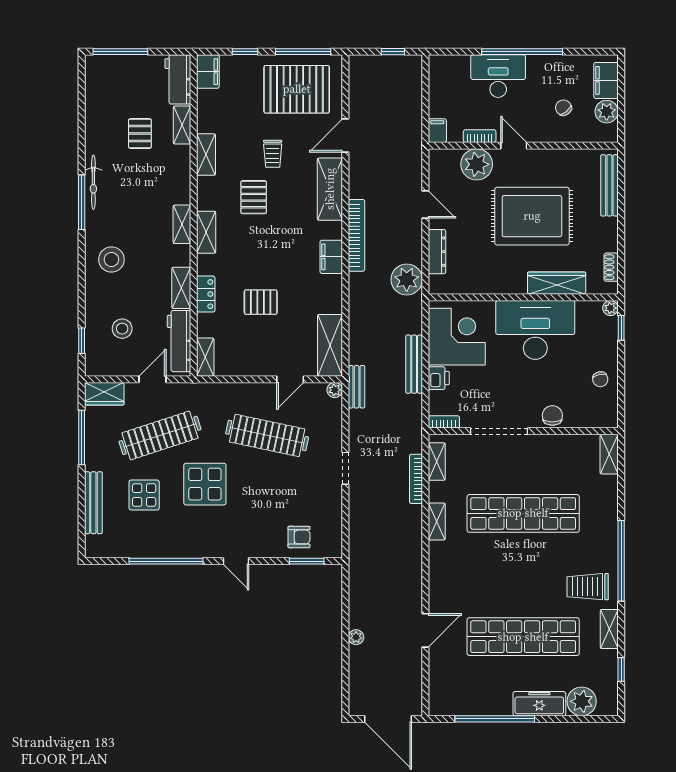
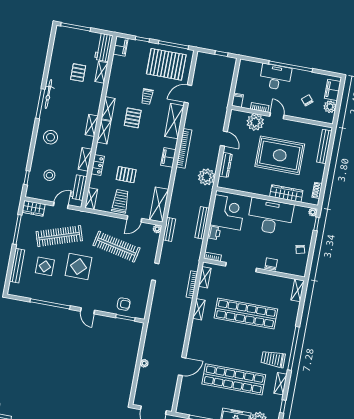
shelving: (206, 155) -> (108, 109), moved
workbench: (179, 341) -> (79, 187), width x0.73
trolley: (259, 352) -> (120, 201), added

